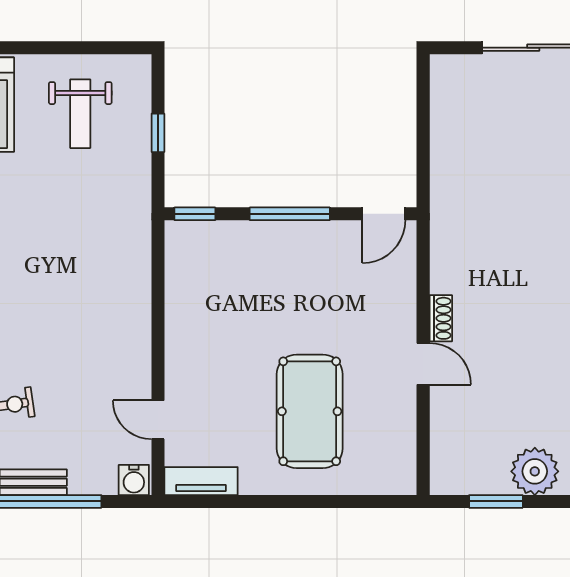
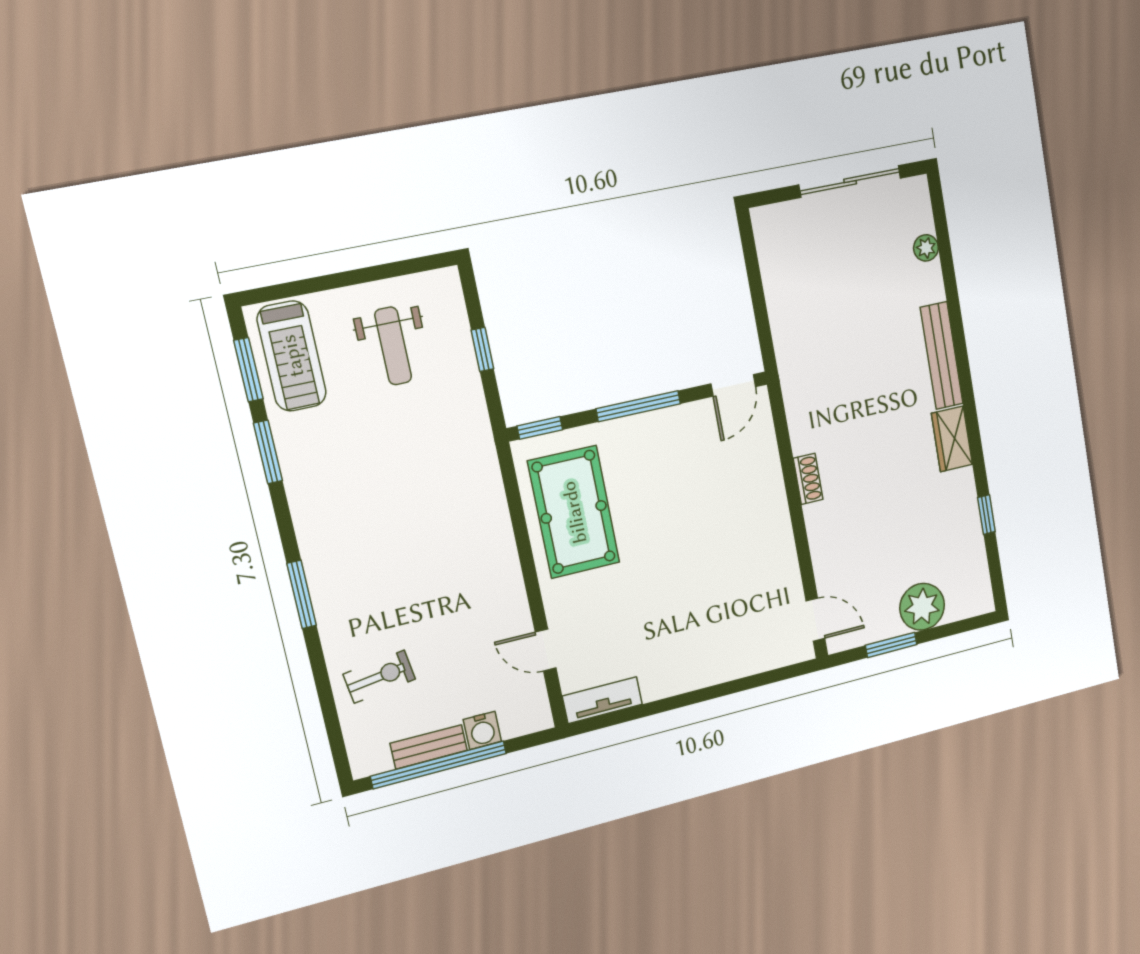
door: (423, 364) -> (815, 620), moved
pool table: (310, 411) -> (574, 512), moved
water cooler: (134, 480) -> (482, 730), moved

